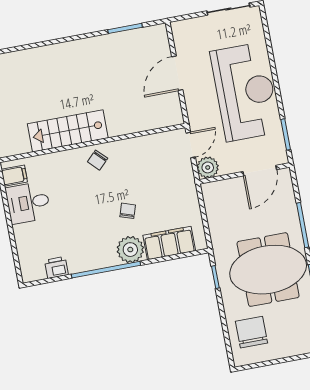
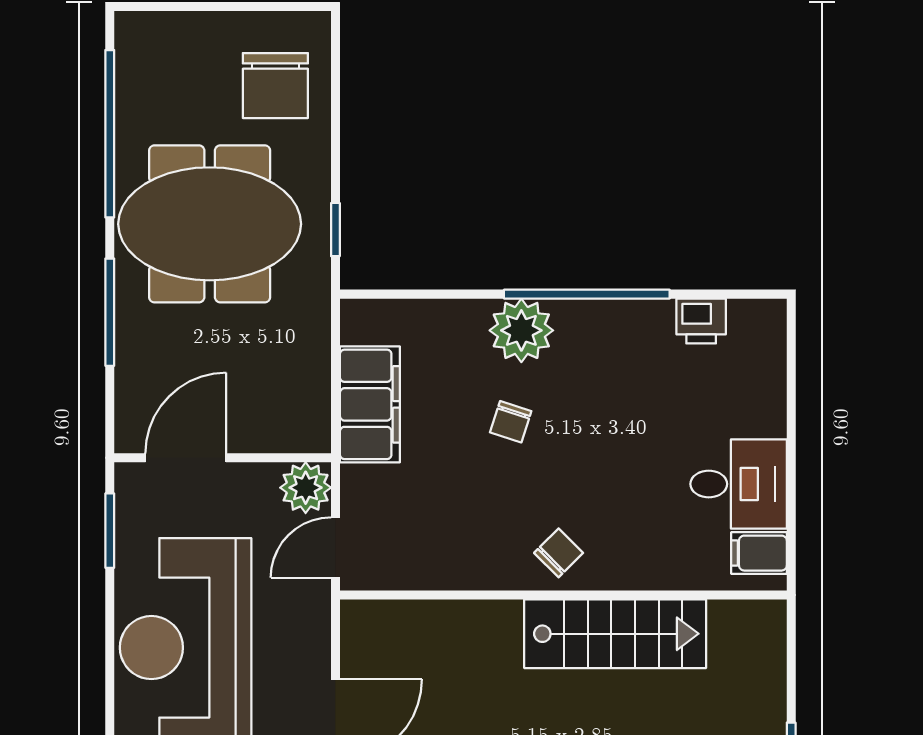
filing cabinet: (169, 243) -> (370, 404), moved, turned -90

